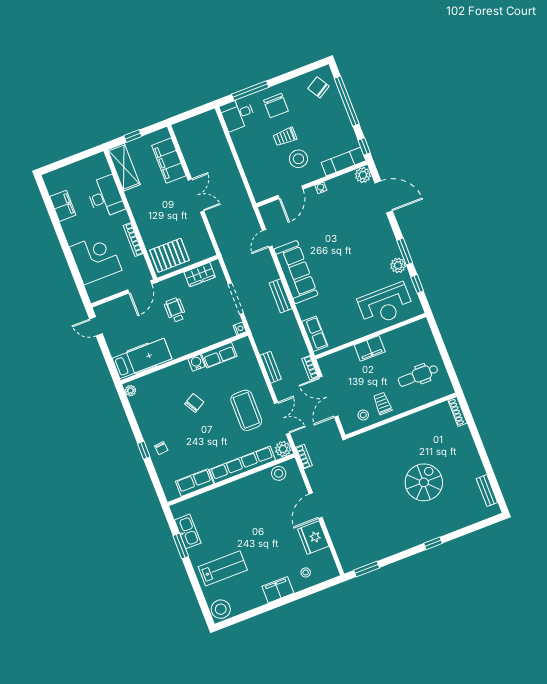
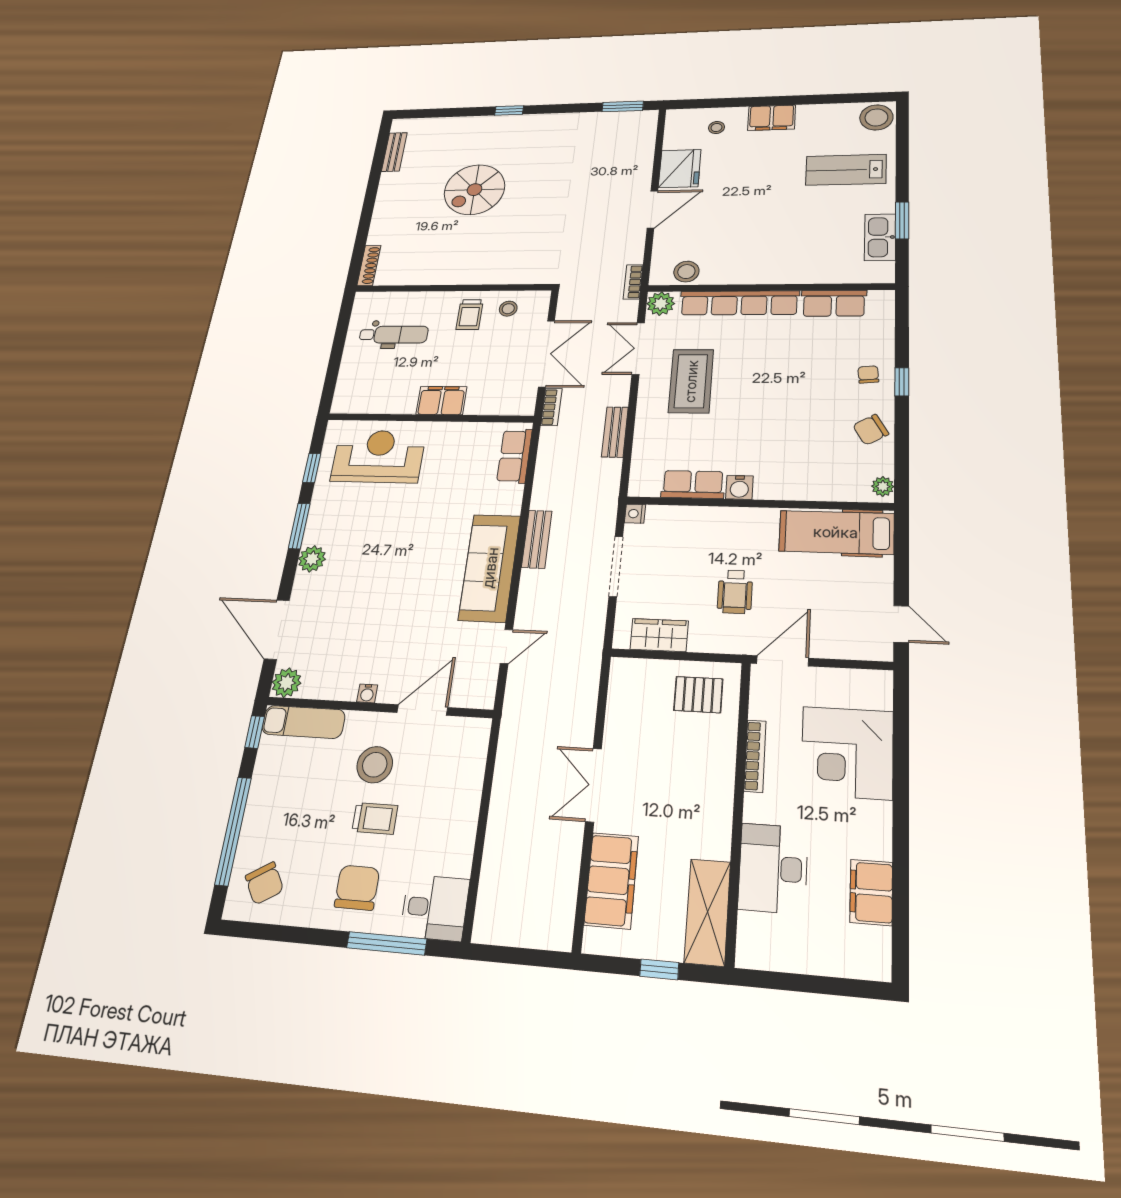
pallet: (170, 255) -> (698, 695), width x0.67, depth x0.71
plant: (398, 265) -> (312, 559), moved
chair: (194, 403) -> (871, 430), moved

